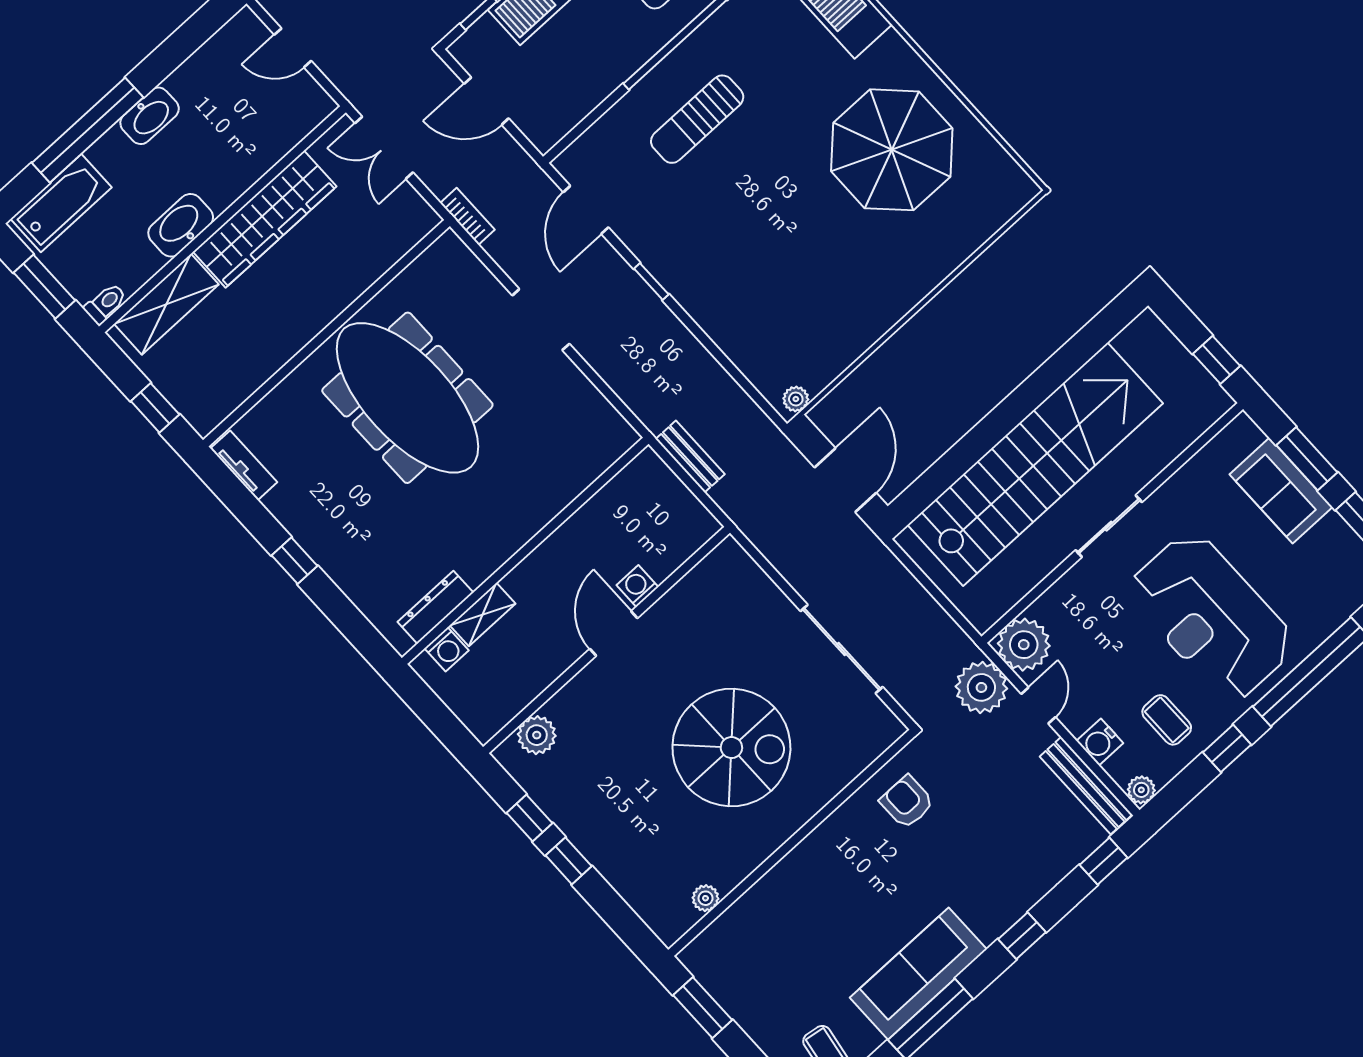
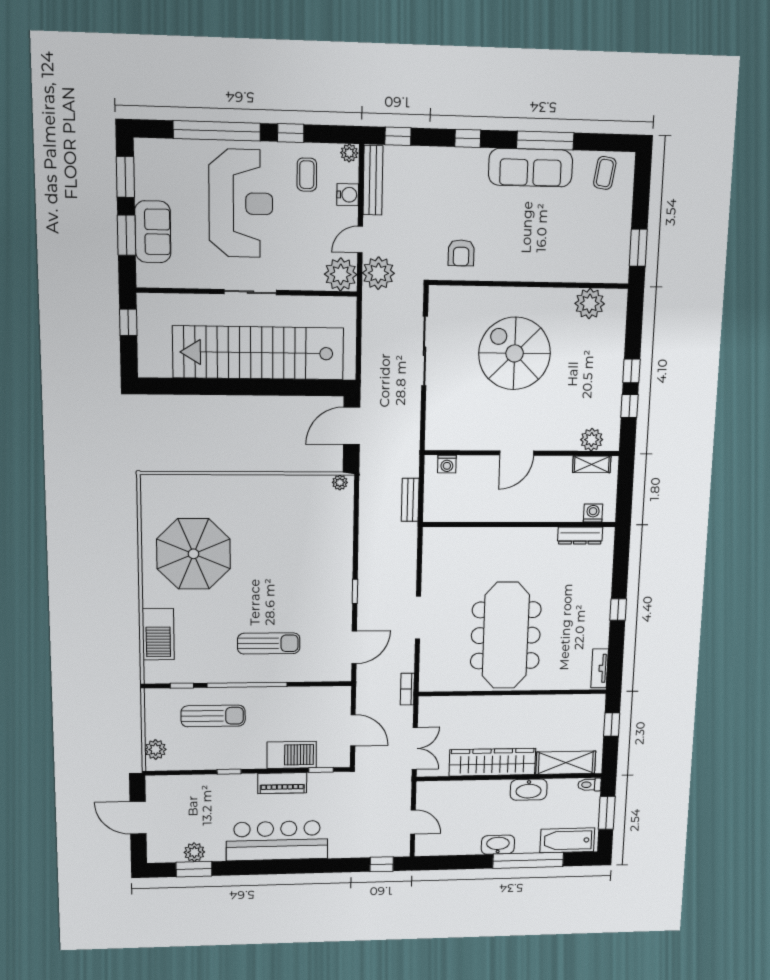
washing machine: (637, 586) -> (447, 464), moved
shelving: (483, 614) -> (592, 464), moved
plant: (706, 898) -> (590, 304), width x1.87, depth x1.87

